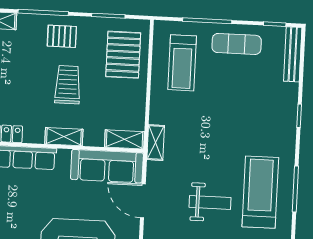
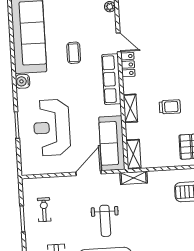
trolley: (68, 85) -> (170, 107), width x0.73, depth x0.72
weight bench: (210, 202) -> (105, 221), moved

